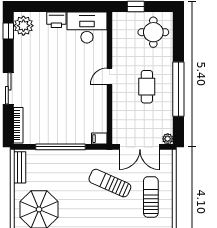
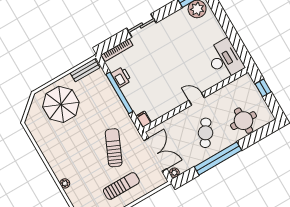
printer: (56, 20) -> (121, 77), moved, turned 180
round table: (153, 32) -> (244, 121), moved
cafe table: (147, 87) -> (206, 133), turned -58
double door: (140, 147) -> (155, 155), swing flipped

